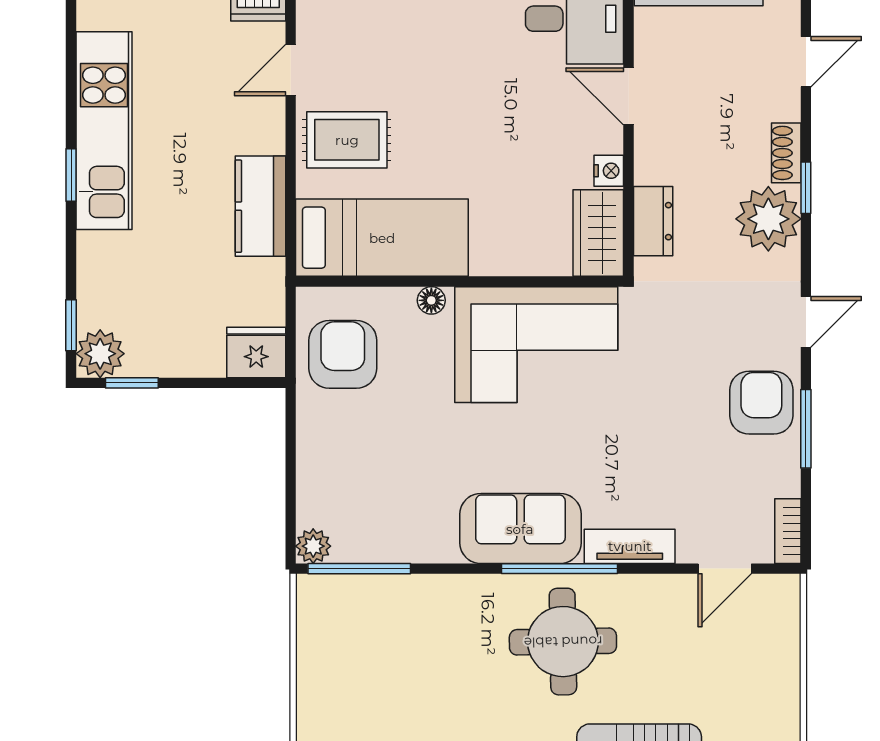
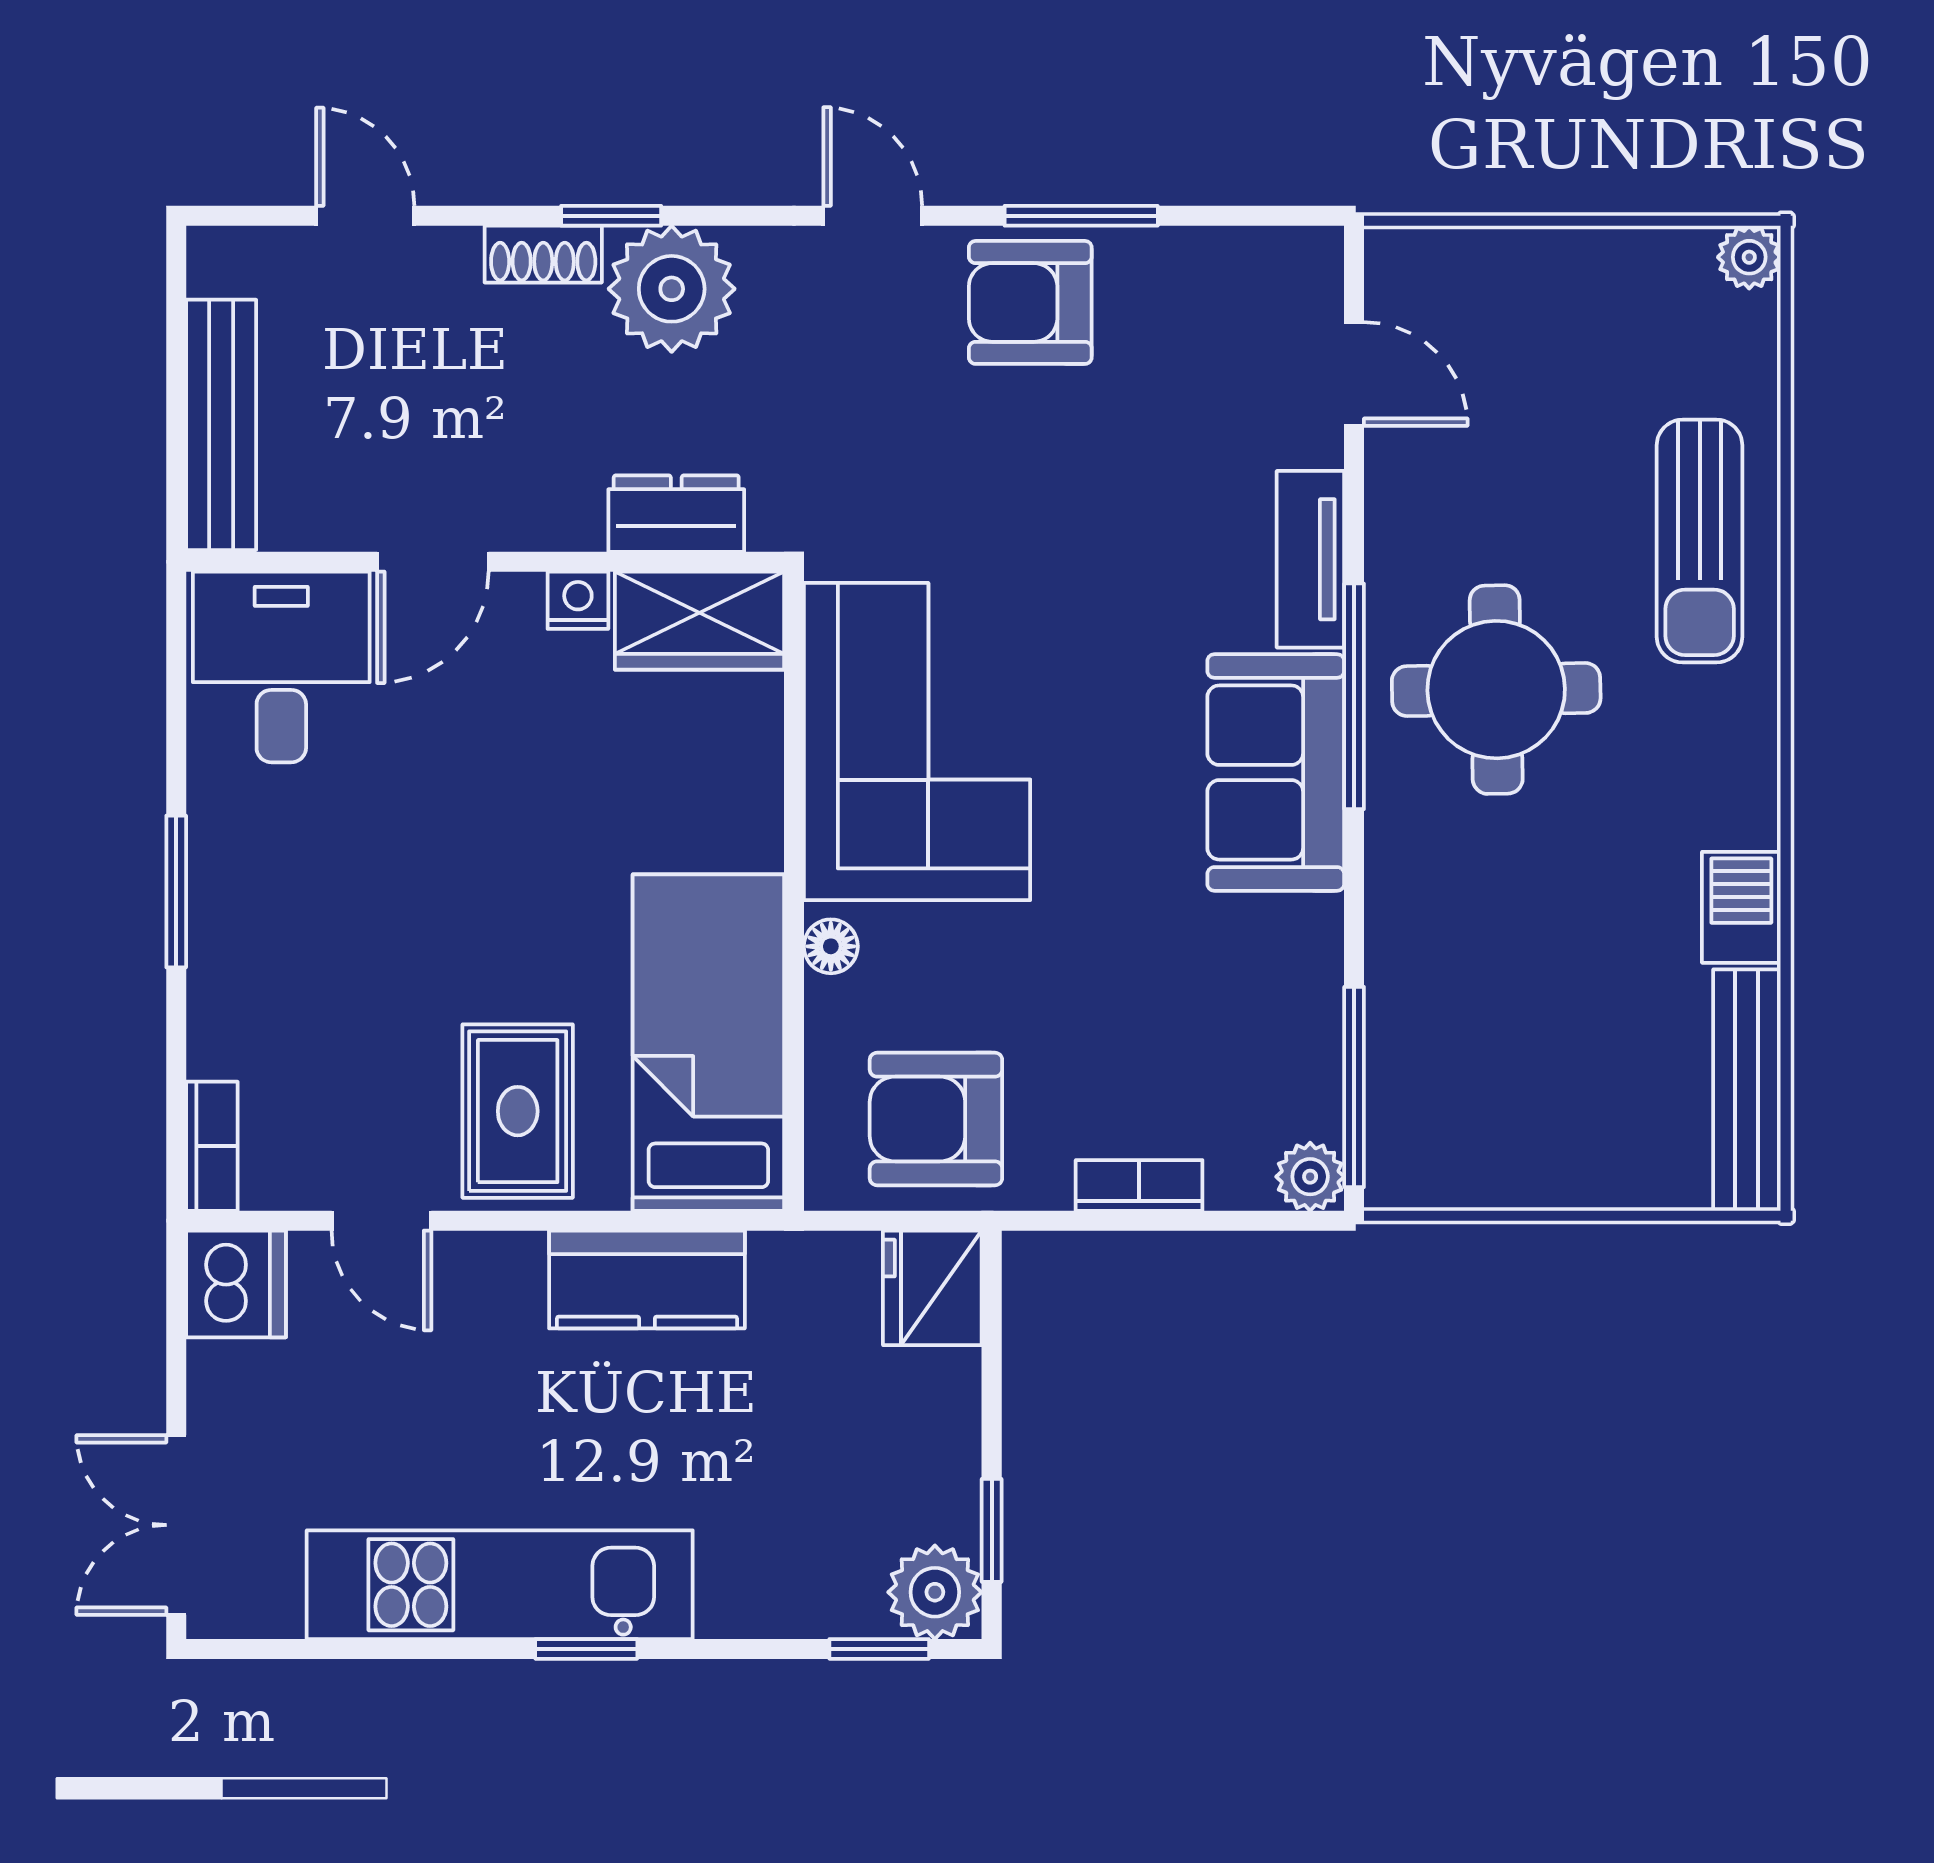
bookcase: (788, 531) -> (1139, 1185), moved, turned 180

